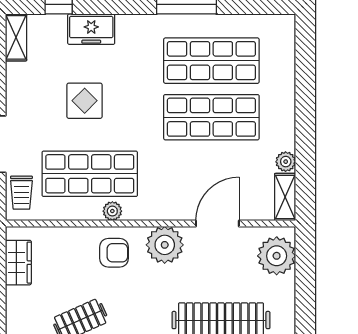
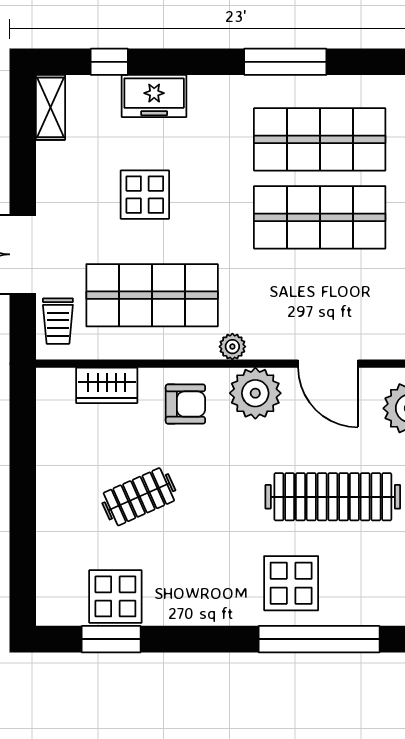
plant: (112, 211) -> (232, 347), moved
door: (217, 223) -> (328, 364), swing flipped
wardrobe: (18, 263) -> (107, 385), moved, turned 90

